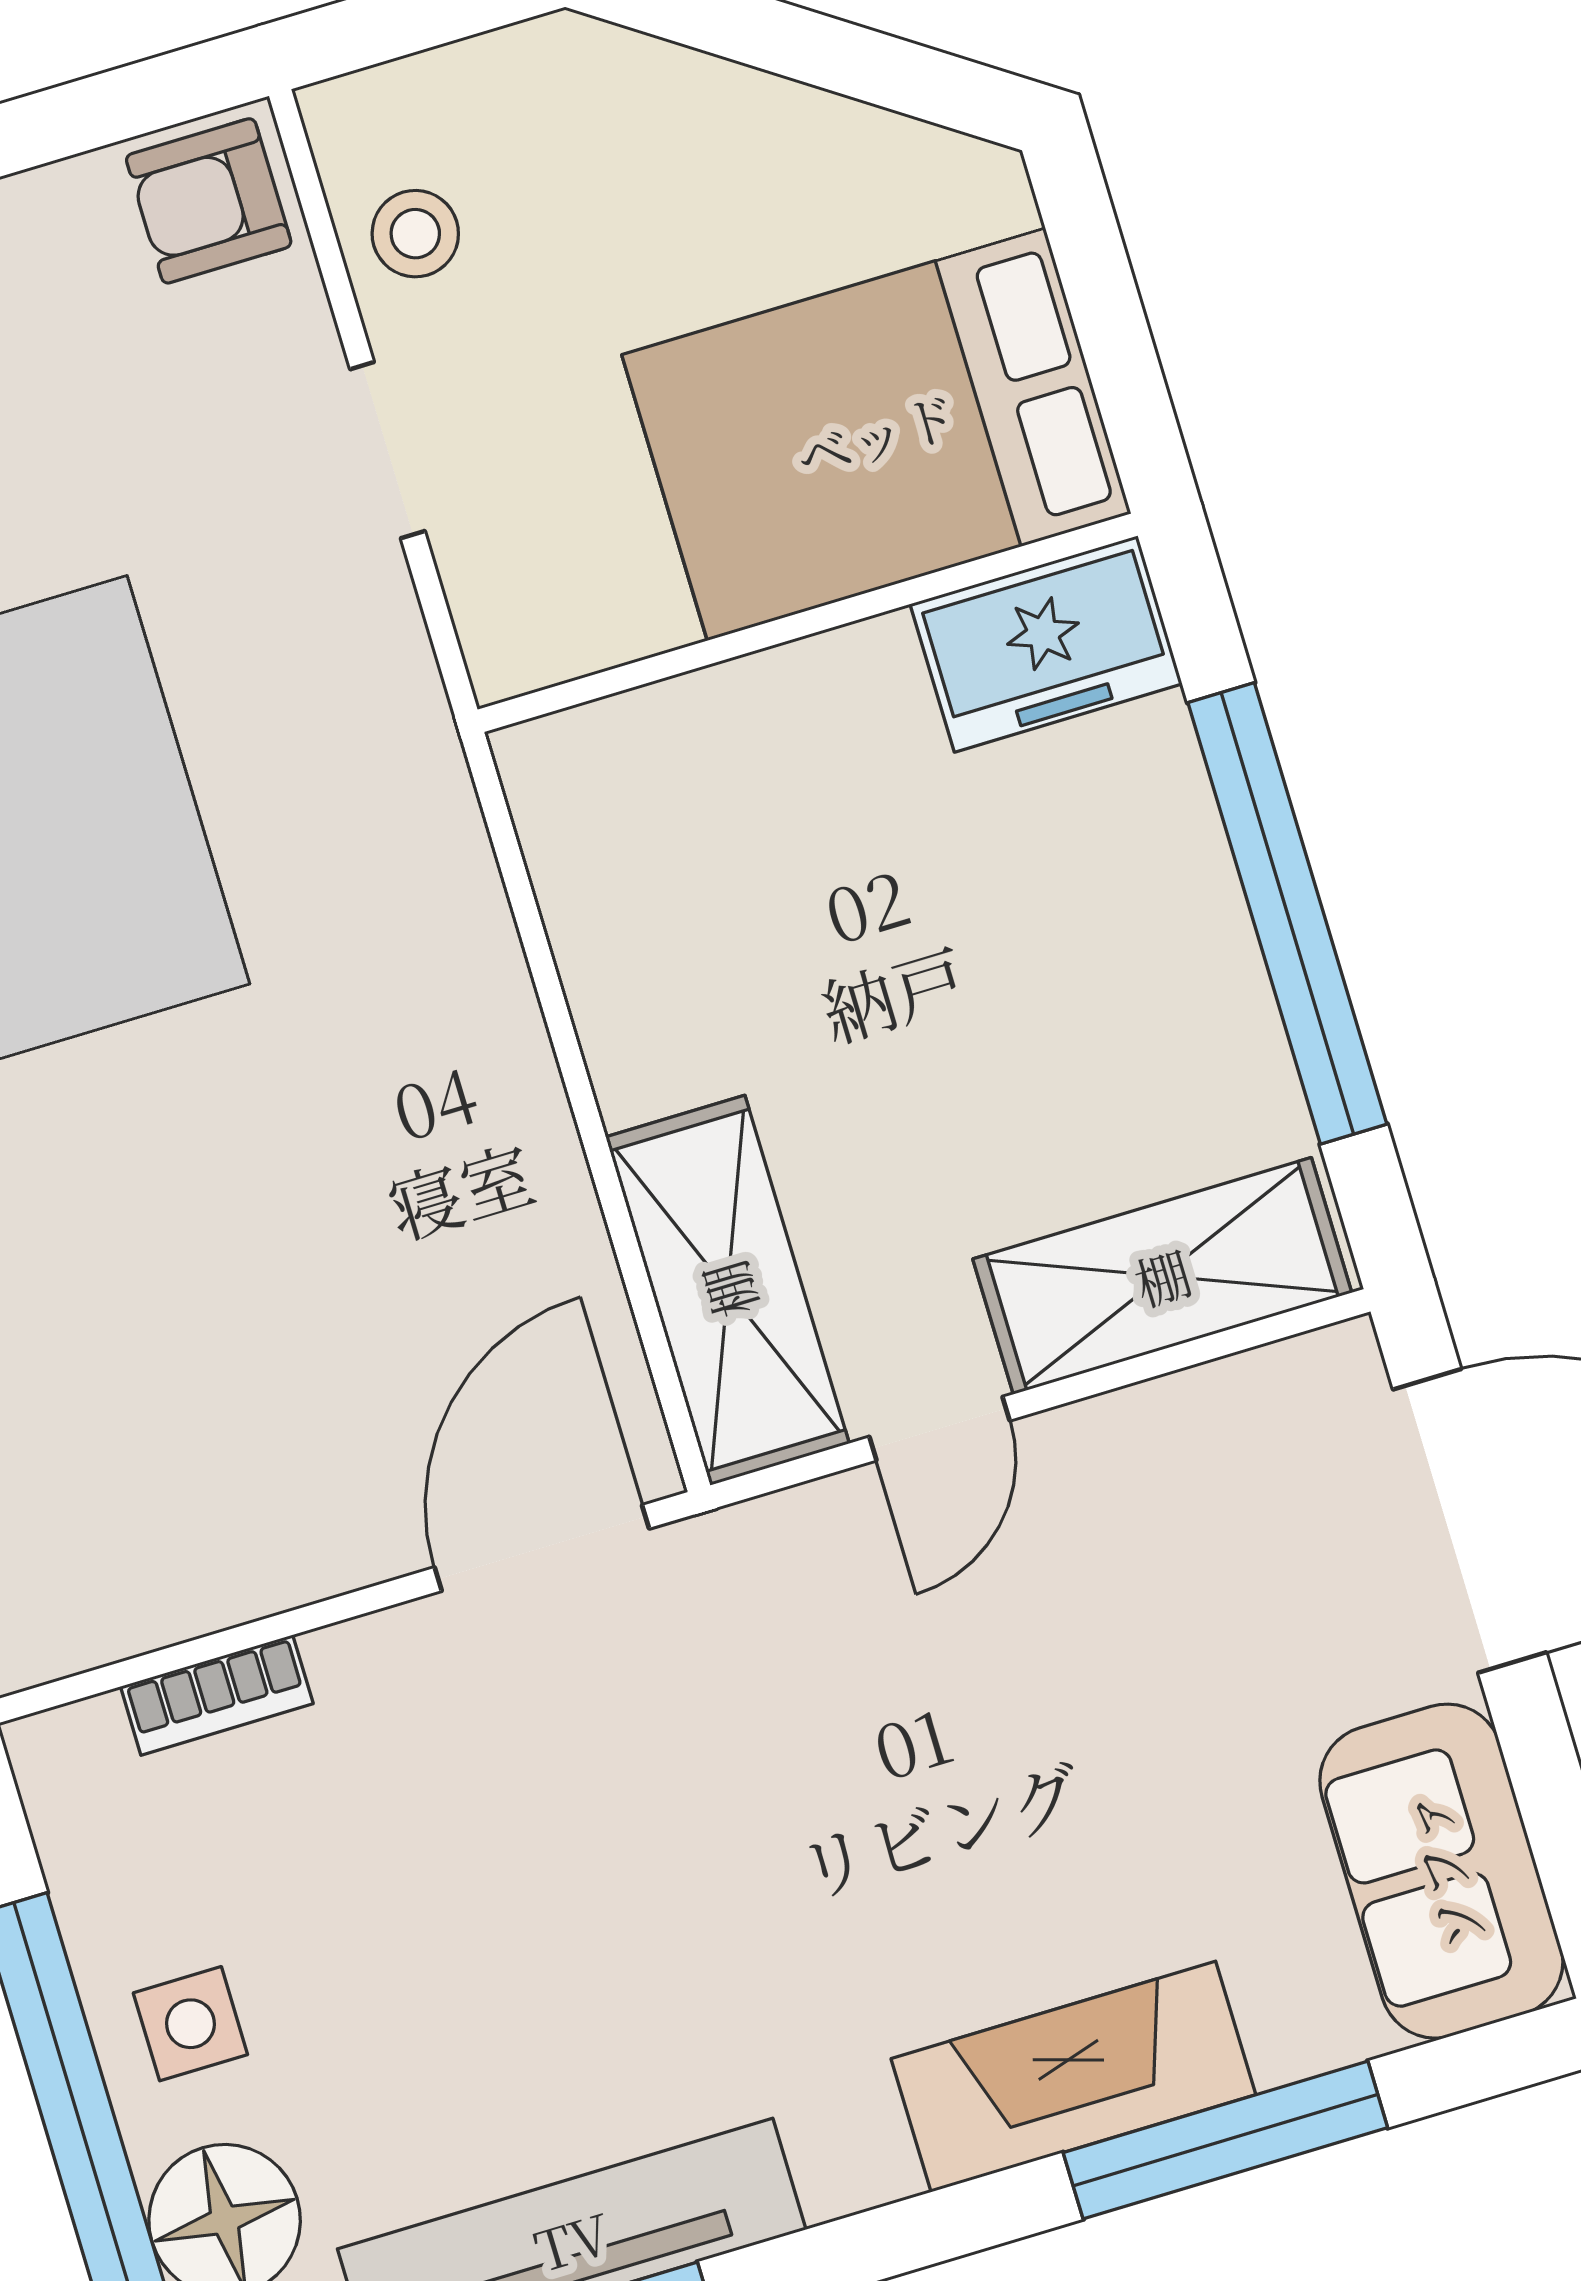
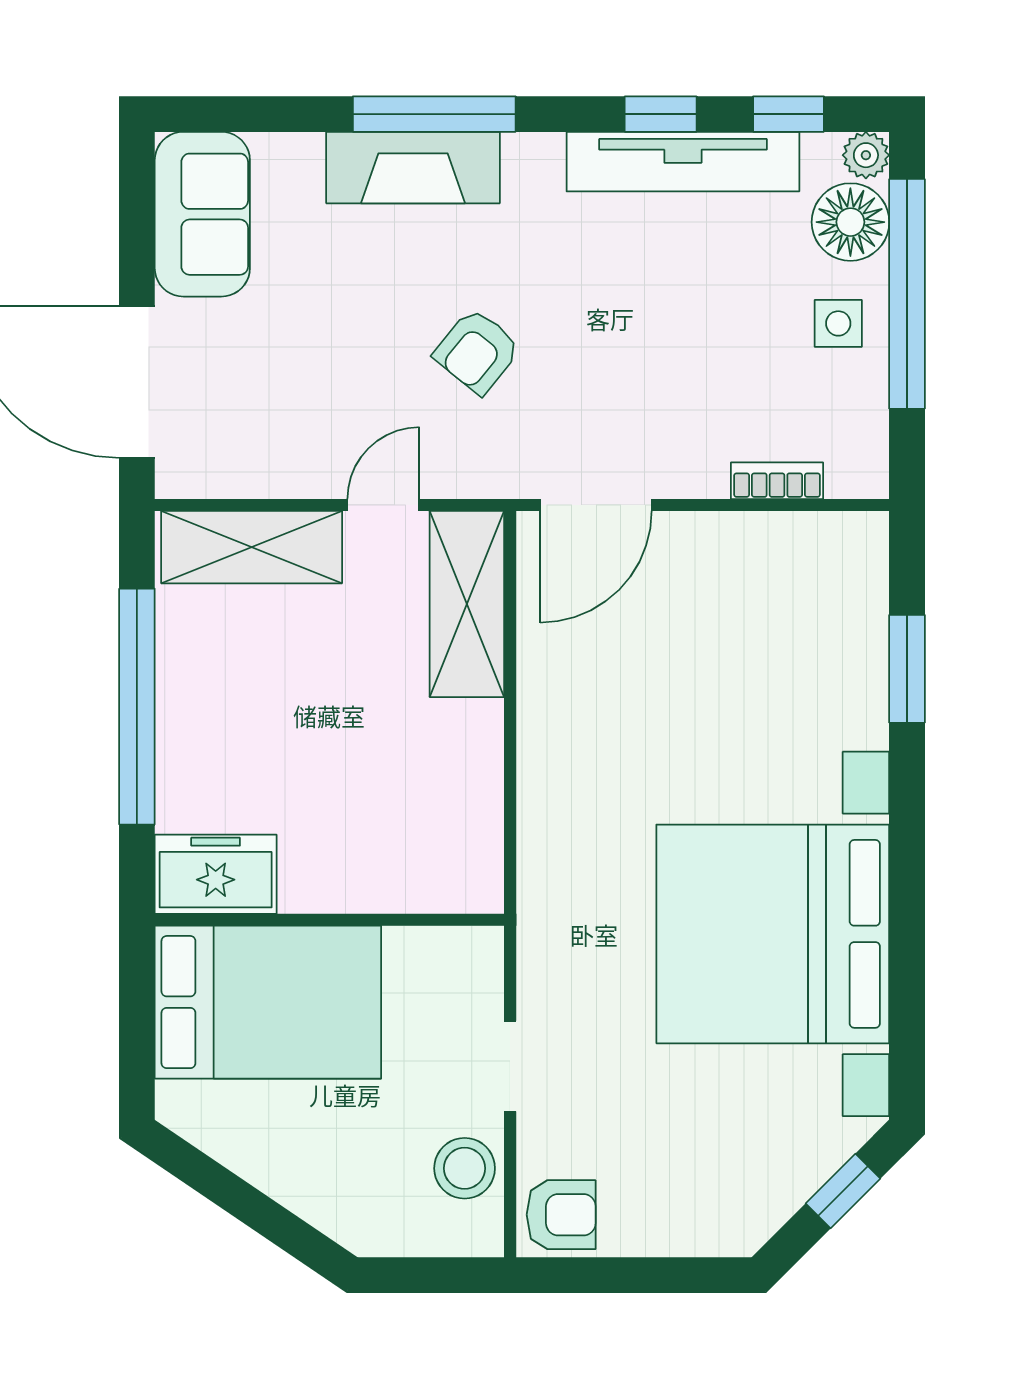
stool: (415, 234) -> (465, 1168), width x1.37, depth x1.37
armchair: (850, 1769) -> (477, 351), added
window: (1225, 2140) -> (434, 114), moved

